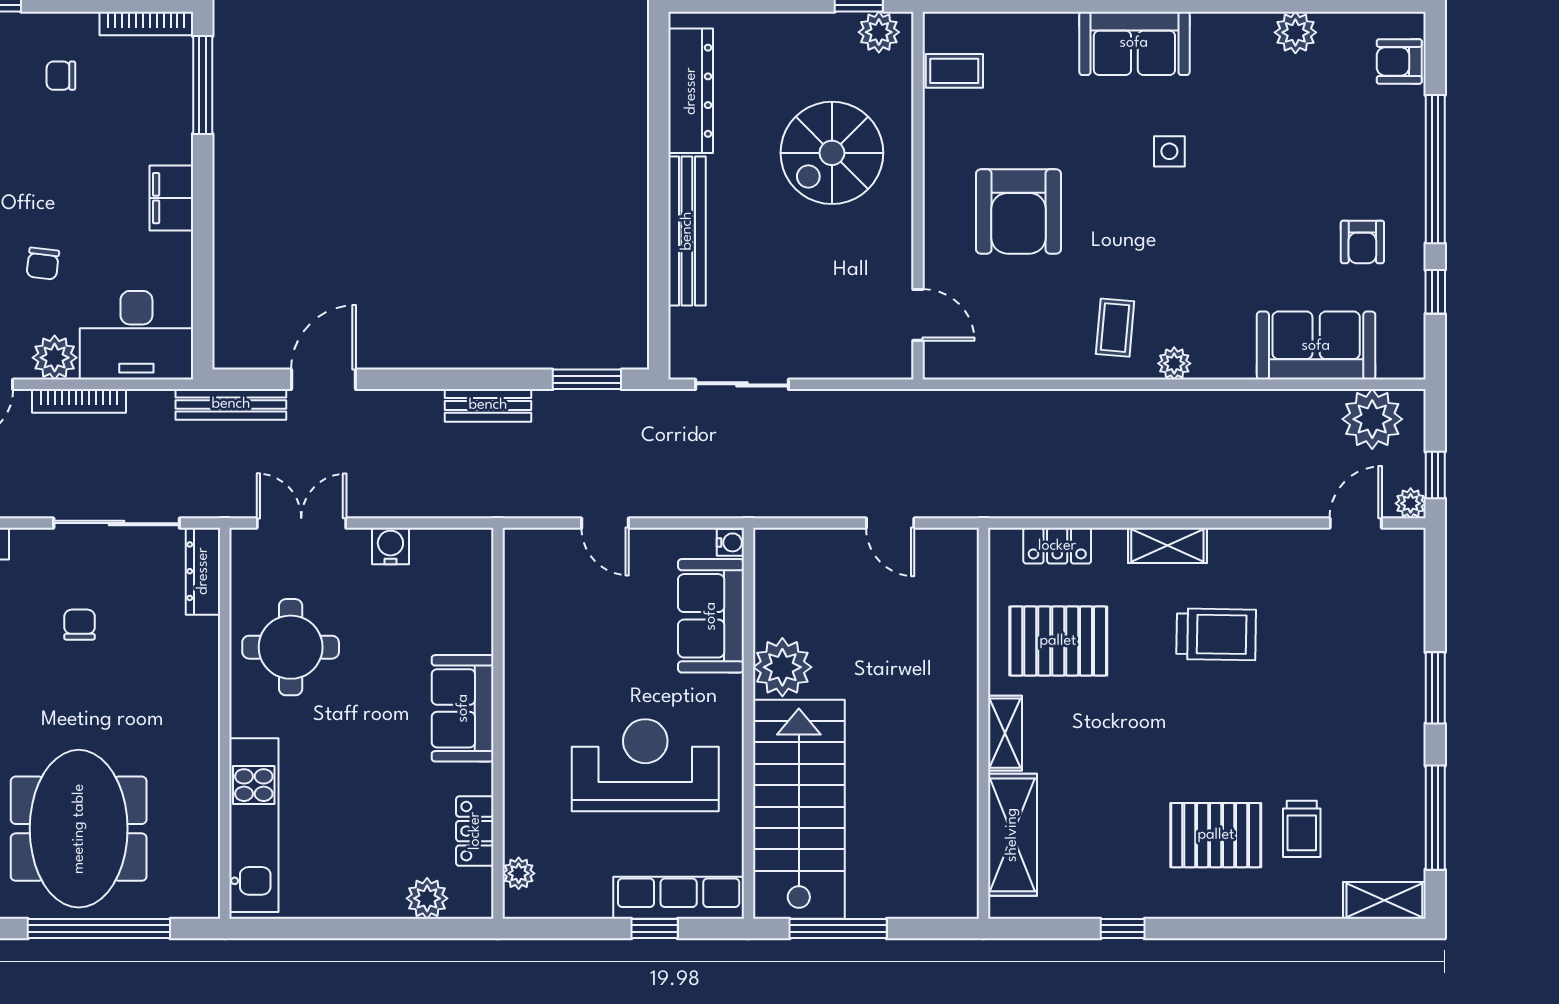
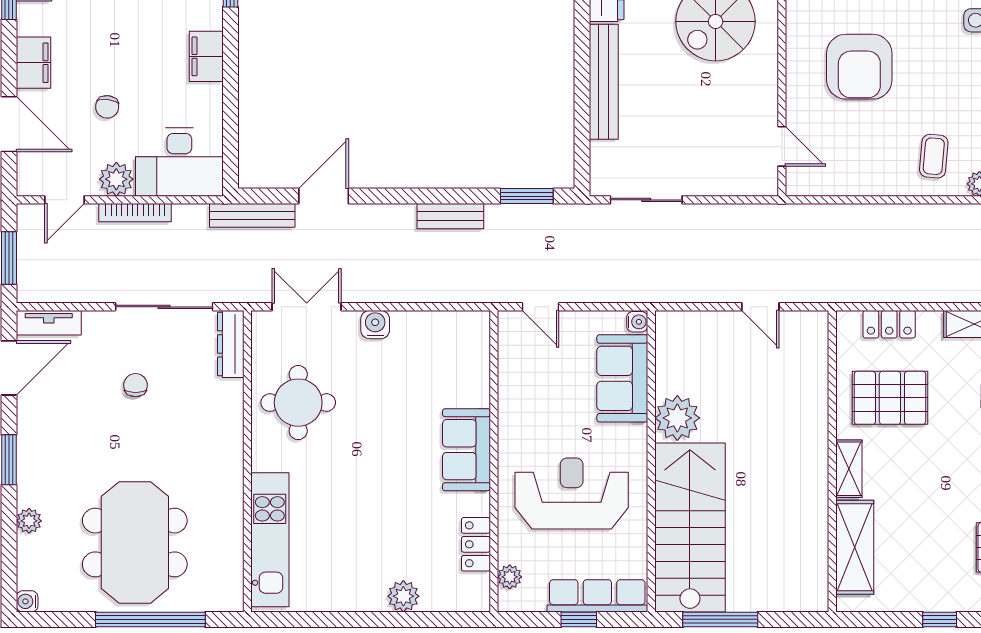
sofa: (463, 708) -> (466, 450), moved
wall: (498, 723) -> (494, 461), moved
locker: (475, 831) -> (476, 544), moved
plant: (519, 873) -> (510, 577), moved

